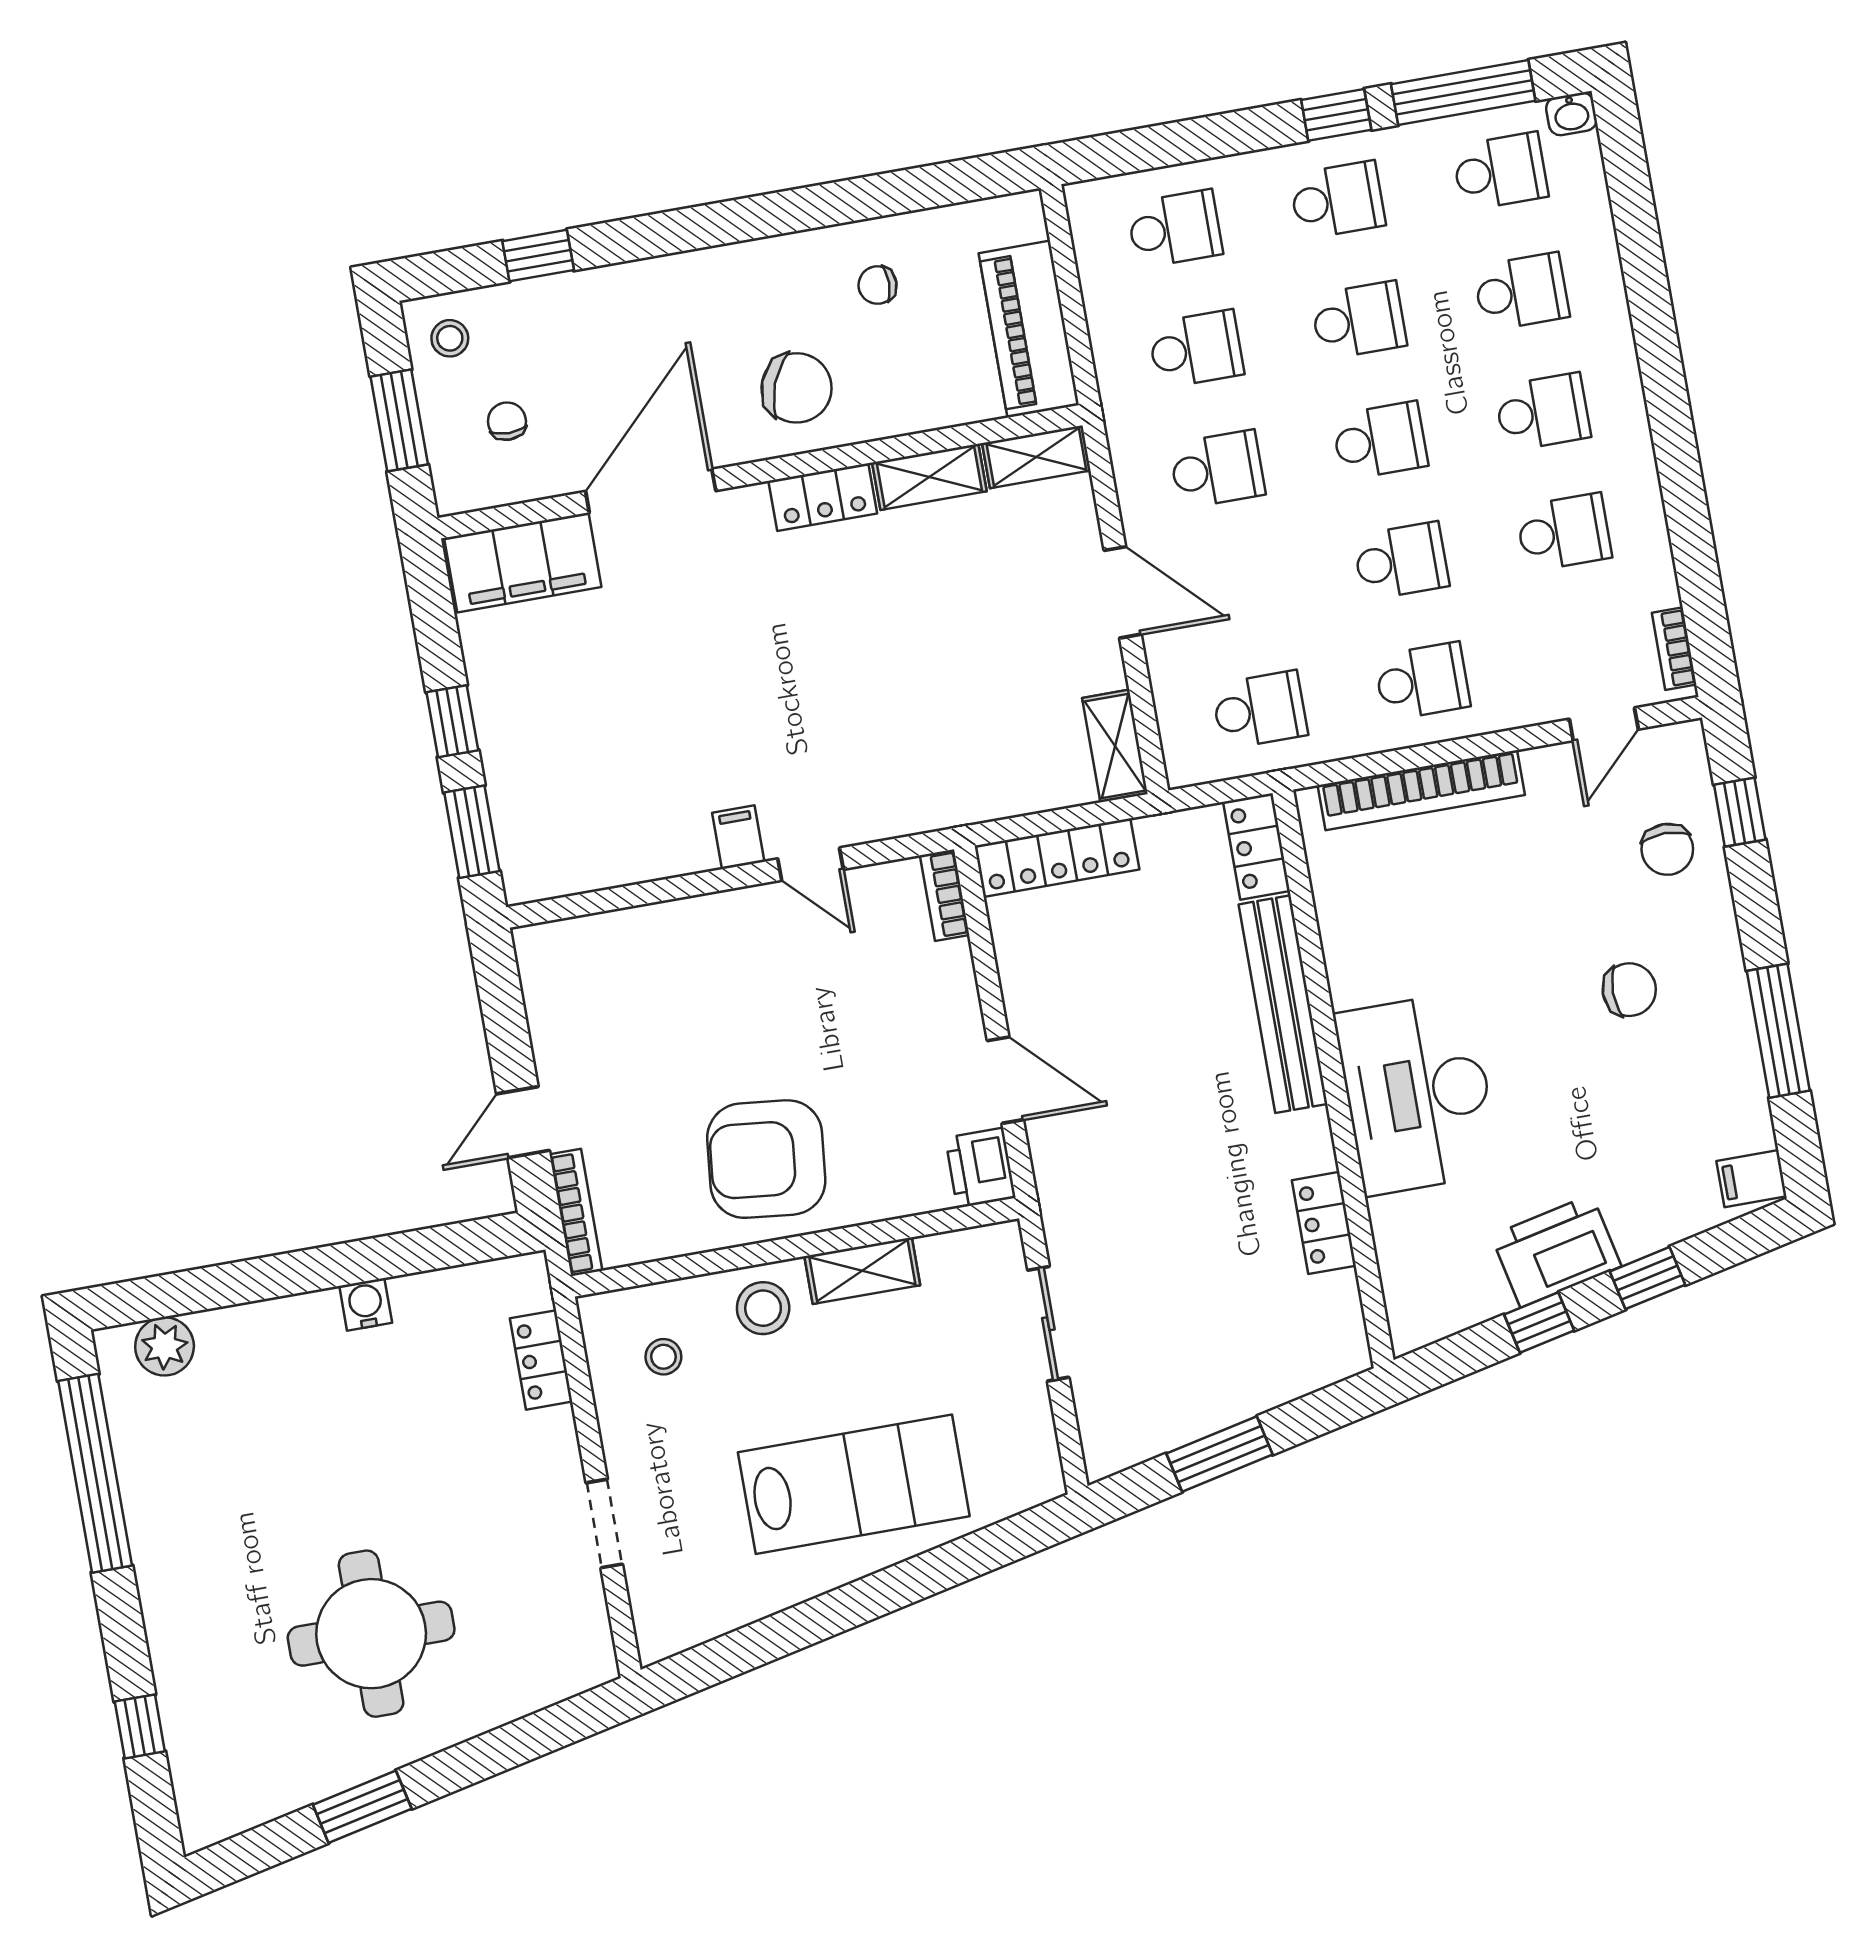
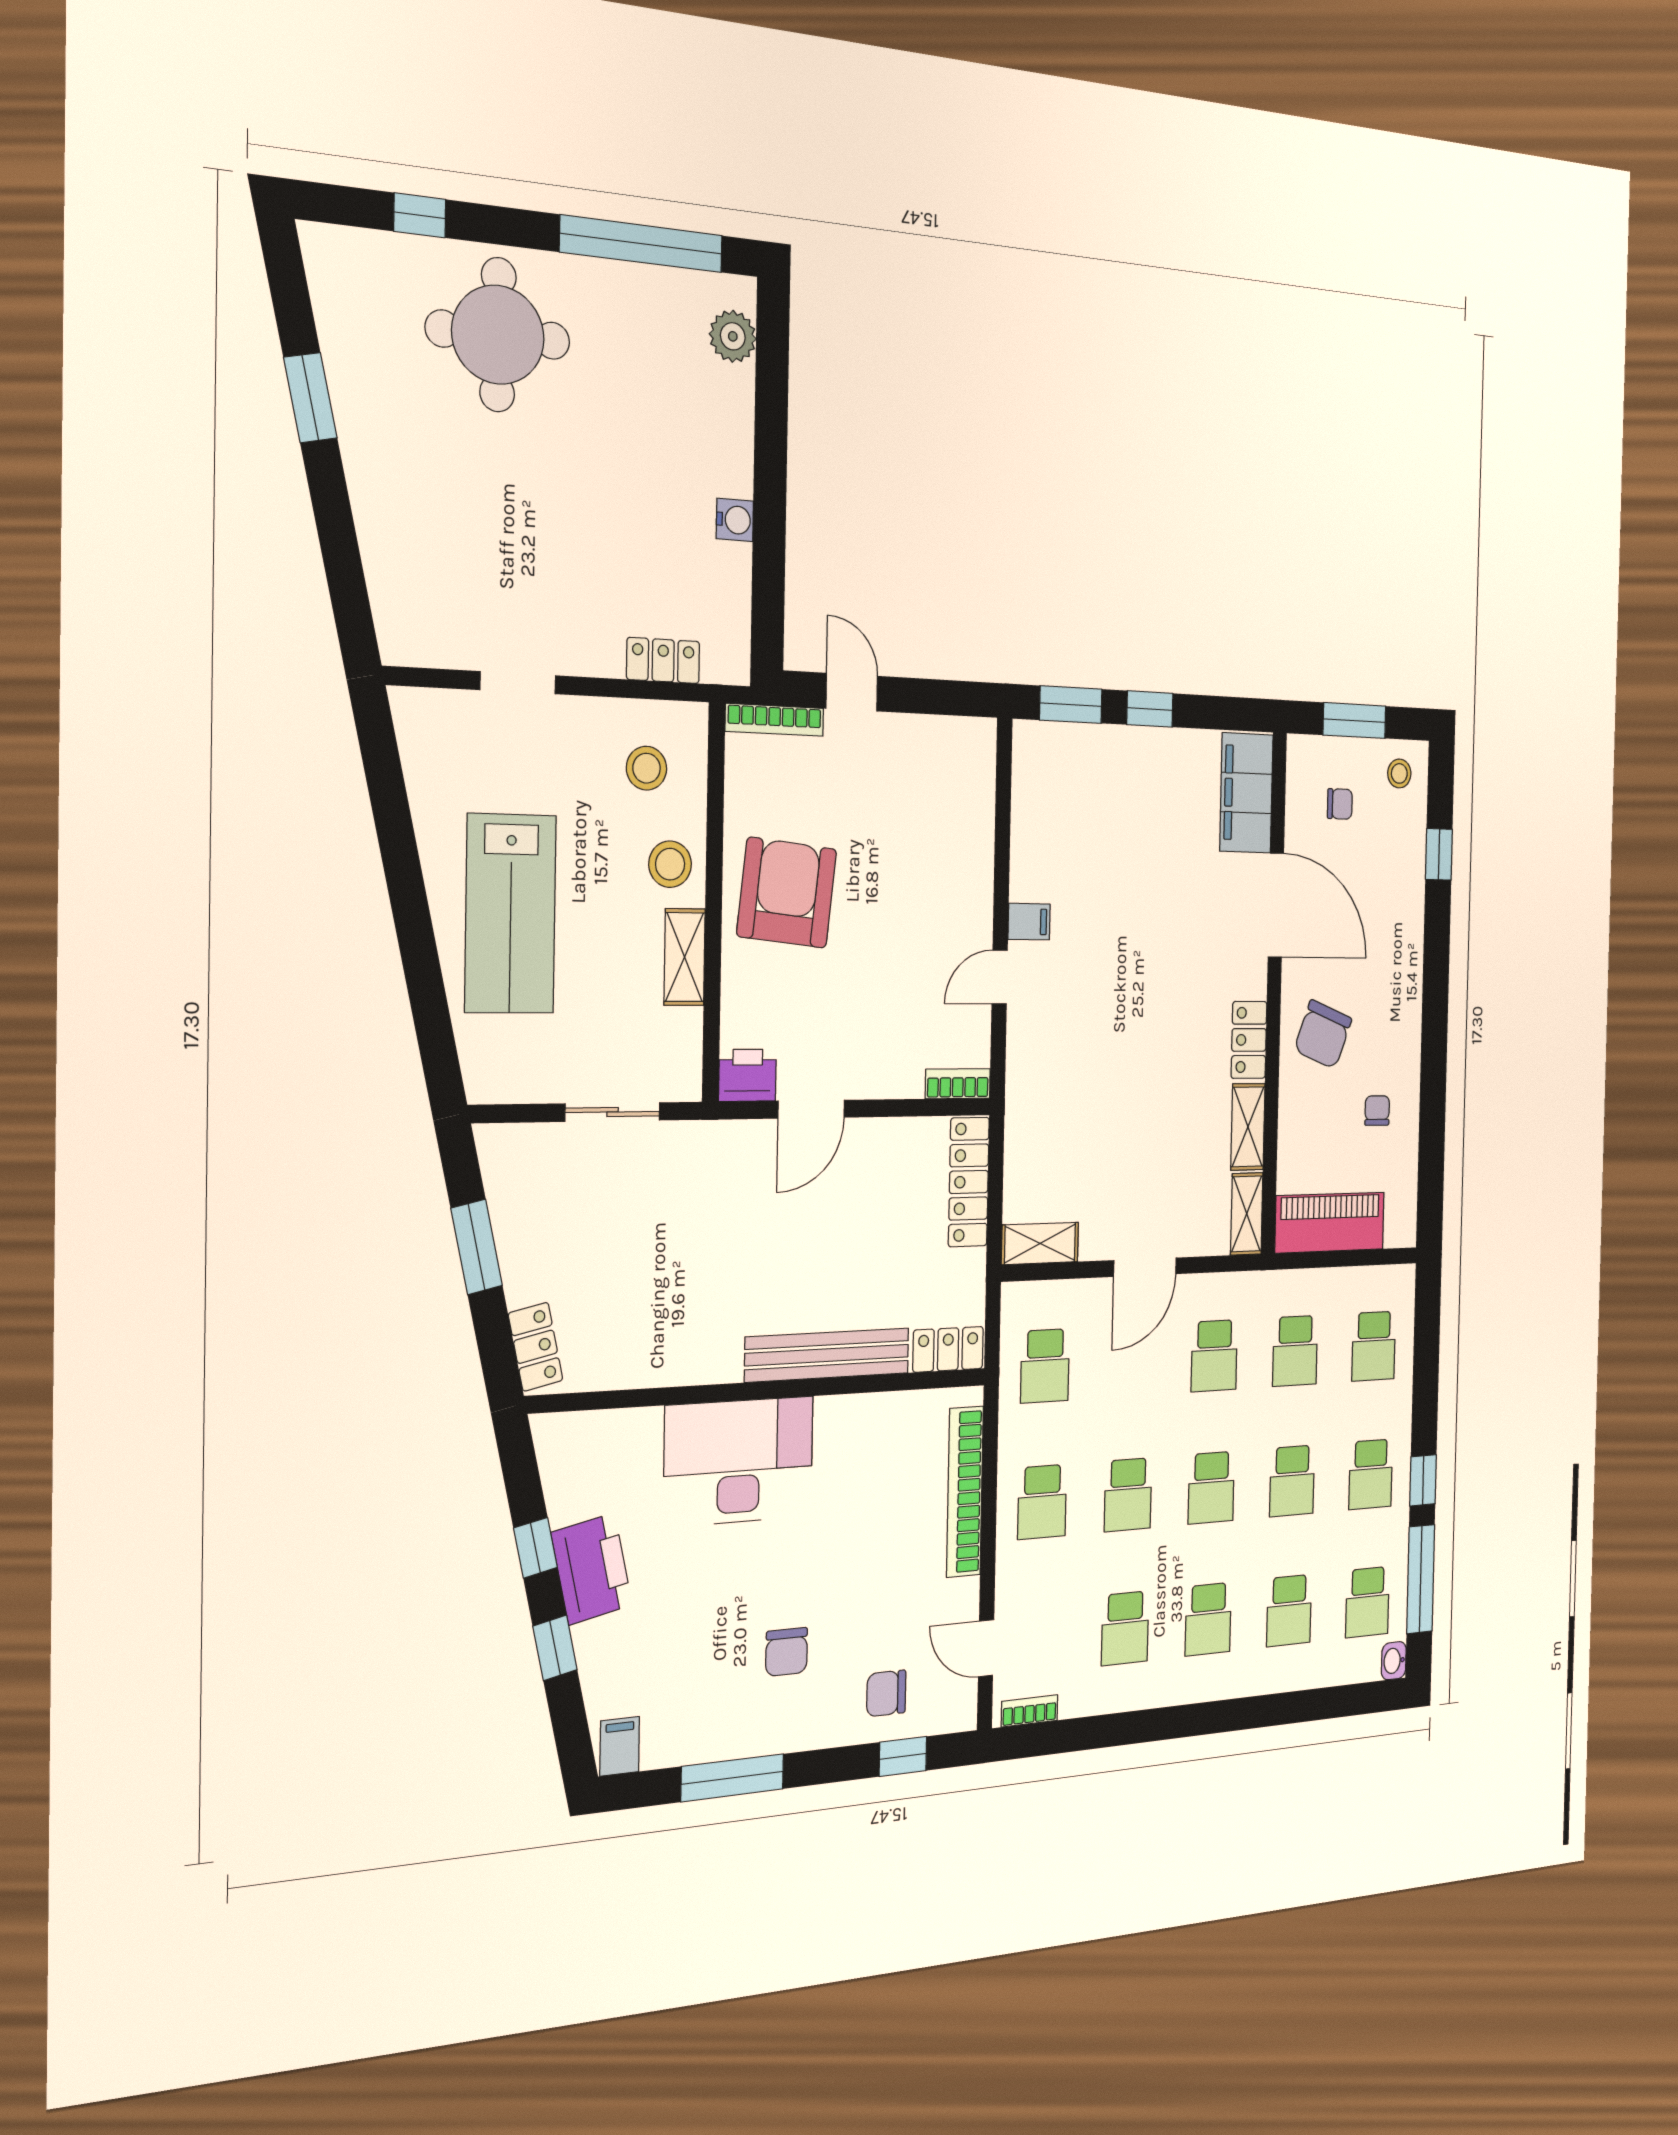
locker: (1324, 1223) -> (536, 1347), moved, turned 78
stool: (663, 1357) -> (646, 768), width x1.37, depth x1.37
round table: (371, 1634) -> (498, 335), moved

